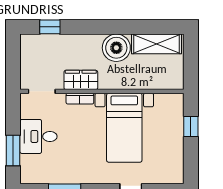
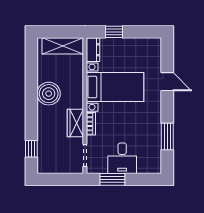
shelving: (157, 44) -> (63, 46), moved, turned 90
dresser: (169, 101) -> (93, 50), added
window: (13, 150) -> (112, 179), moved

